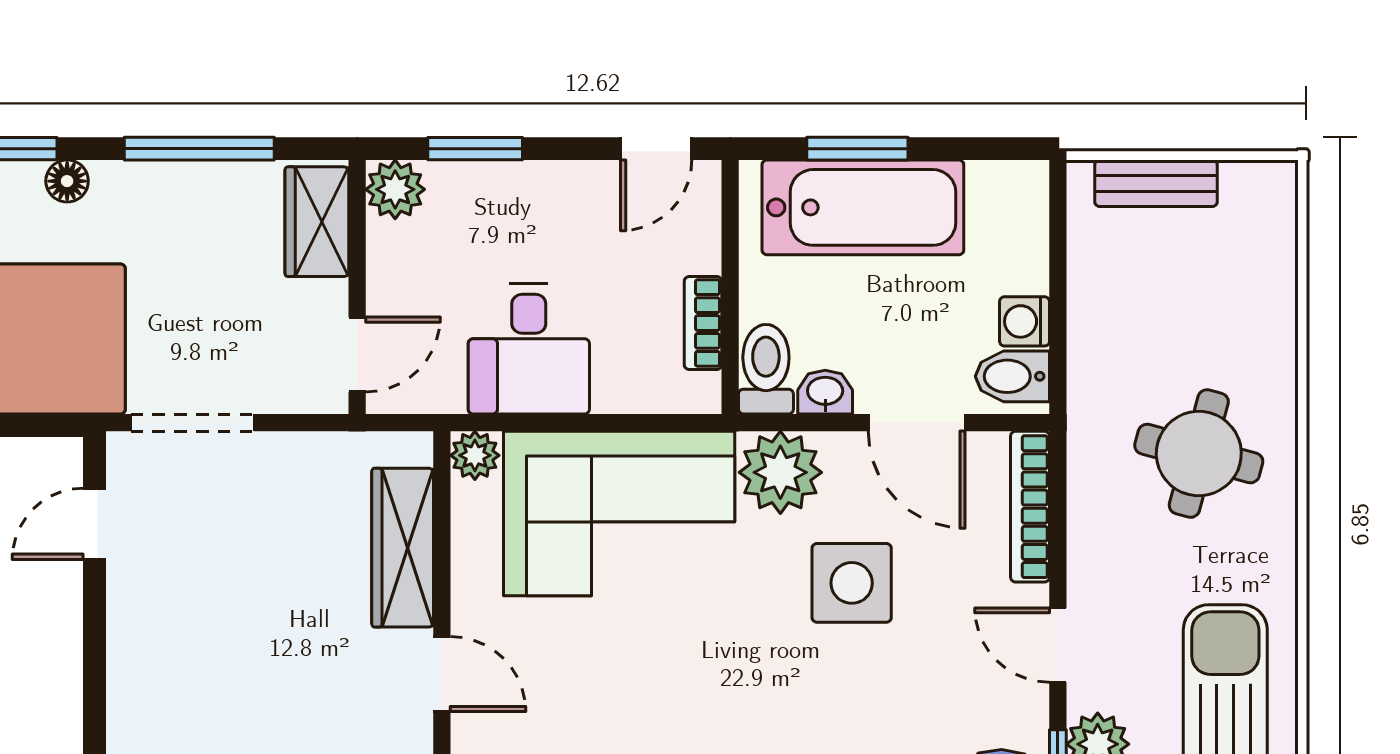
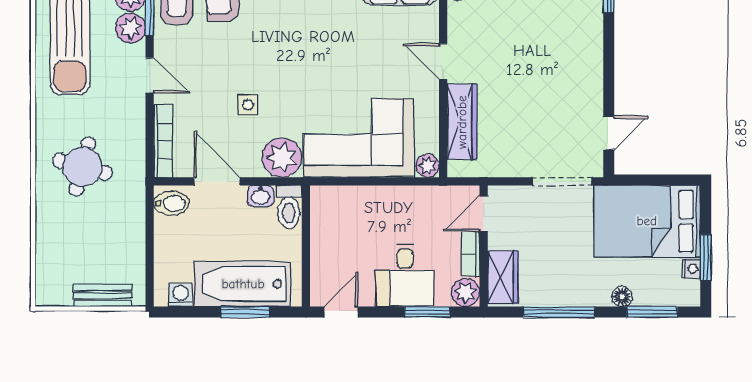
washing machine: (1025, 321) -> (180, 295), moved, turned -90
bookcase: (703, 323) -> (471, 254), moved, turned 180
desk: (529, 349) -> (405, 275), moved, turned 180
side table: (852, 583) -> (248, 105), width x0.54, depth x0.54

